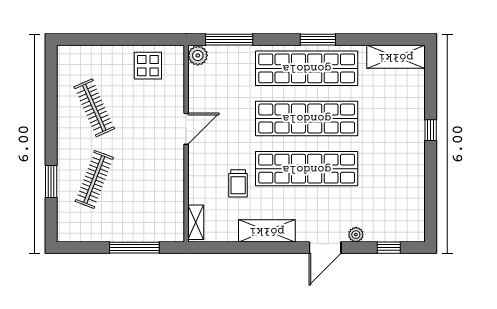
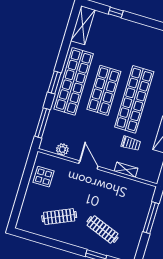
window: (318, 40) -> (54, 82), moved
plant: (198, 55) -> (62, 149), moved
shop shelf: (307, 118) -> (104, 90), width x0.71
window: (431, 130) -> (116, 12), moved
shelving: (196, 222) -> (126, 170), moved

